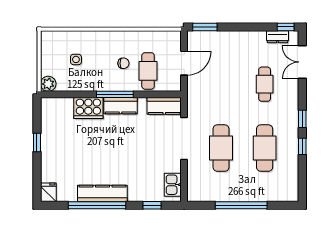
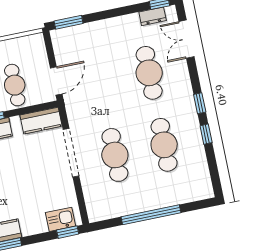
door: (184, 63) -> (56, 81), moved
cafe table: (265, 84) -> (149, 73), width x1.37, depth x1.35
kitchen sink: (173, 185) -> (61, 219), moved, turned 90
window: (152, 205) -> (68, 232), moved

